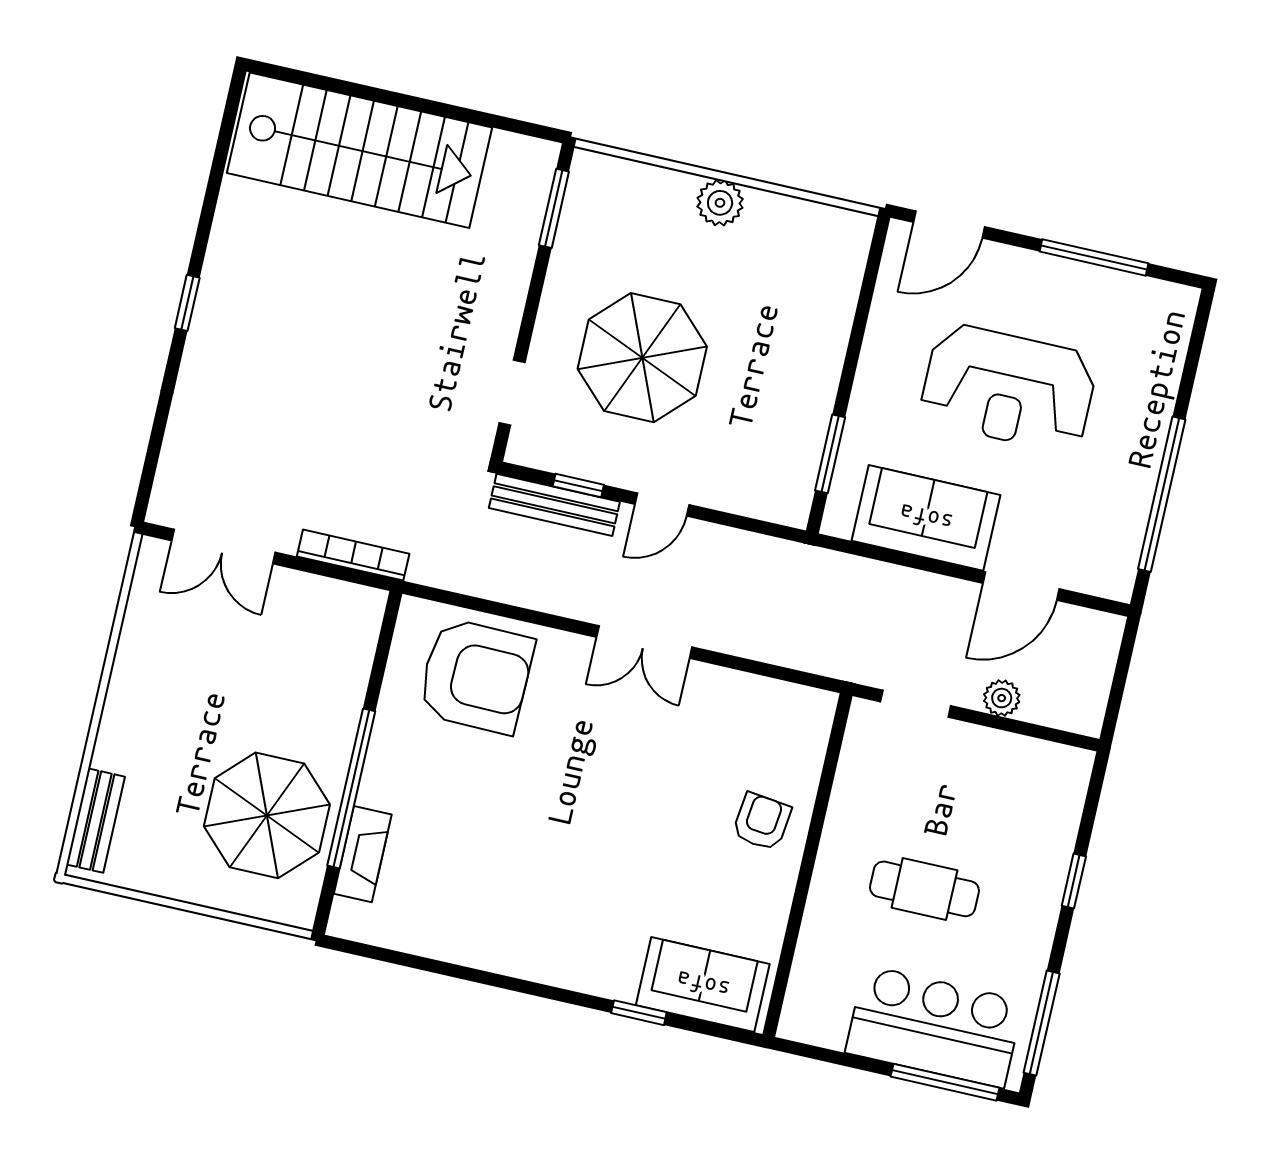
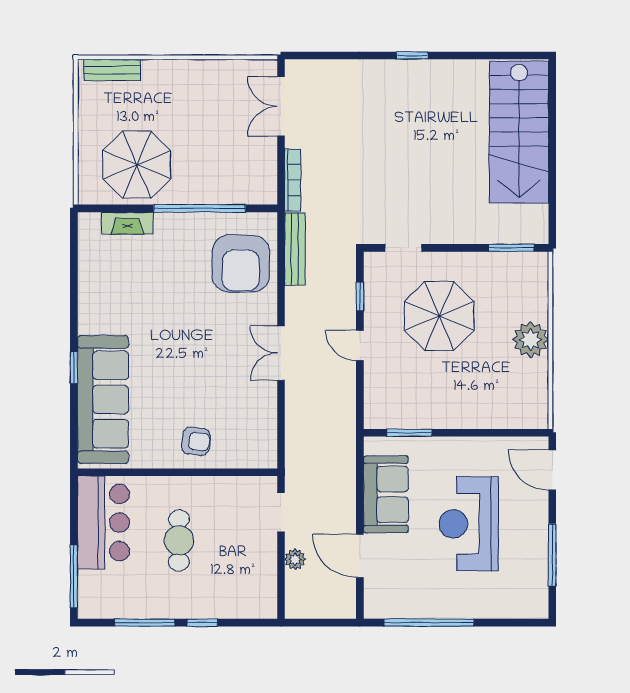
plant: (720, 203) -> (531, 340), width x1.36, depth x1.36
bench: (554, 505) -> (295, 249), moved
window: (351, 788) -> (200, 208), moved
sofa: (703, 985) -> (103, 400), width x1.85, depth x1.27
window: (639, 1013) -> (74, 368), moved
window: (1042, 1023) -> (145, 623), moved
bar counter: (934, 1027) -> (103, 523), moved

